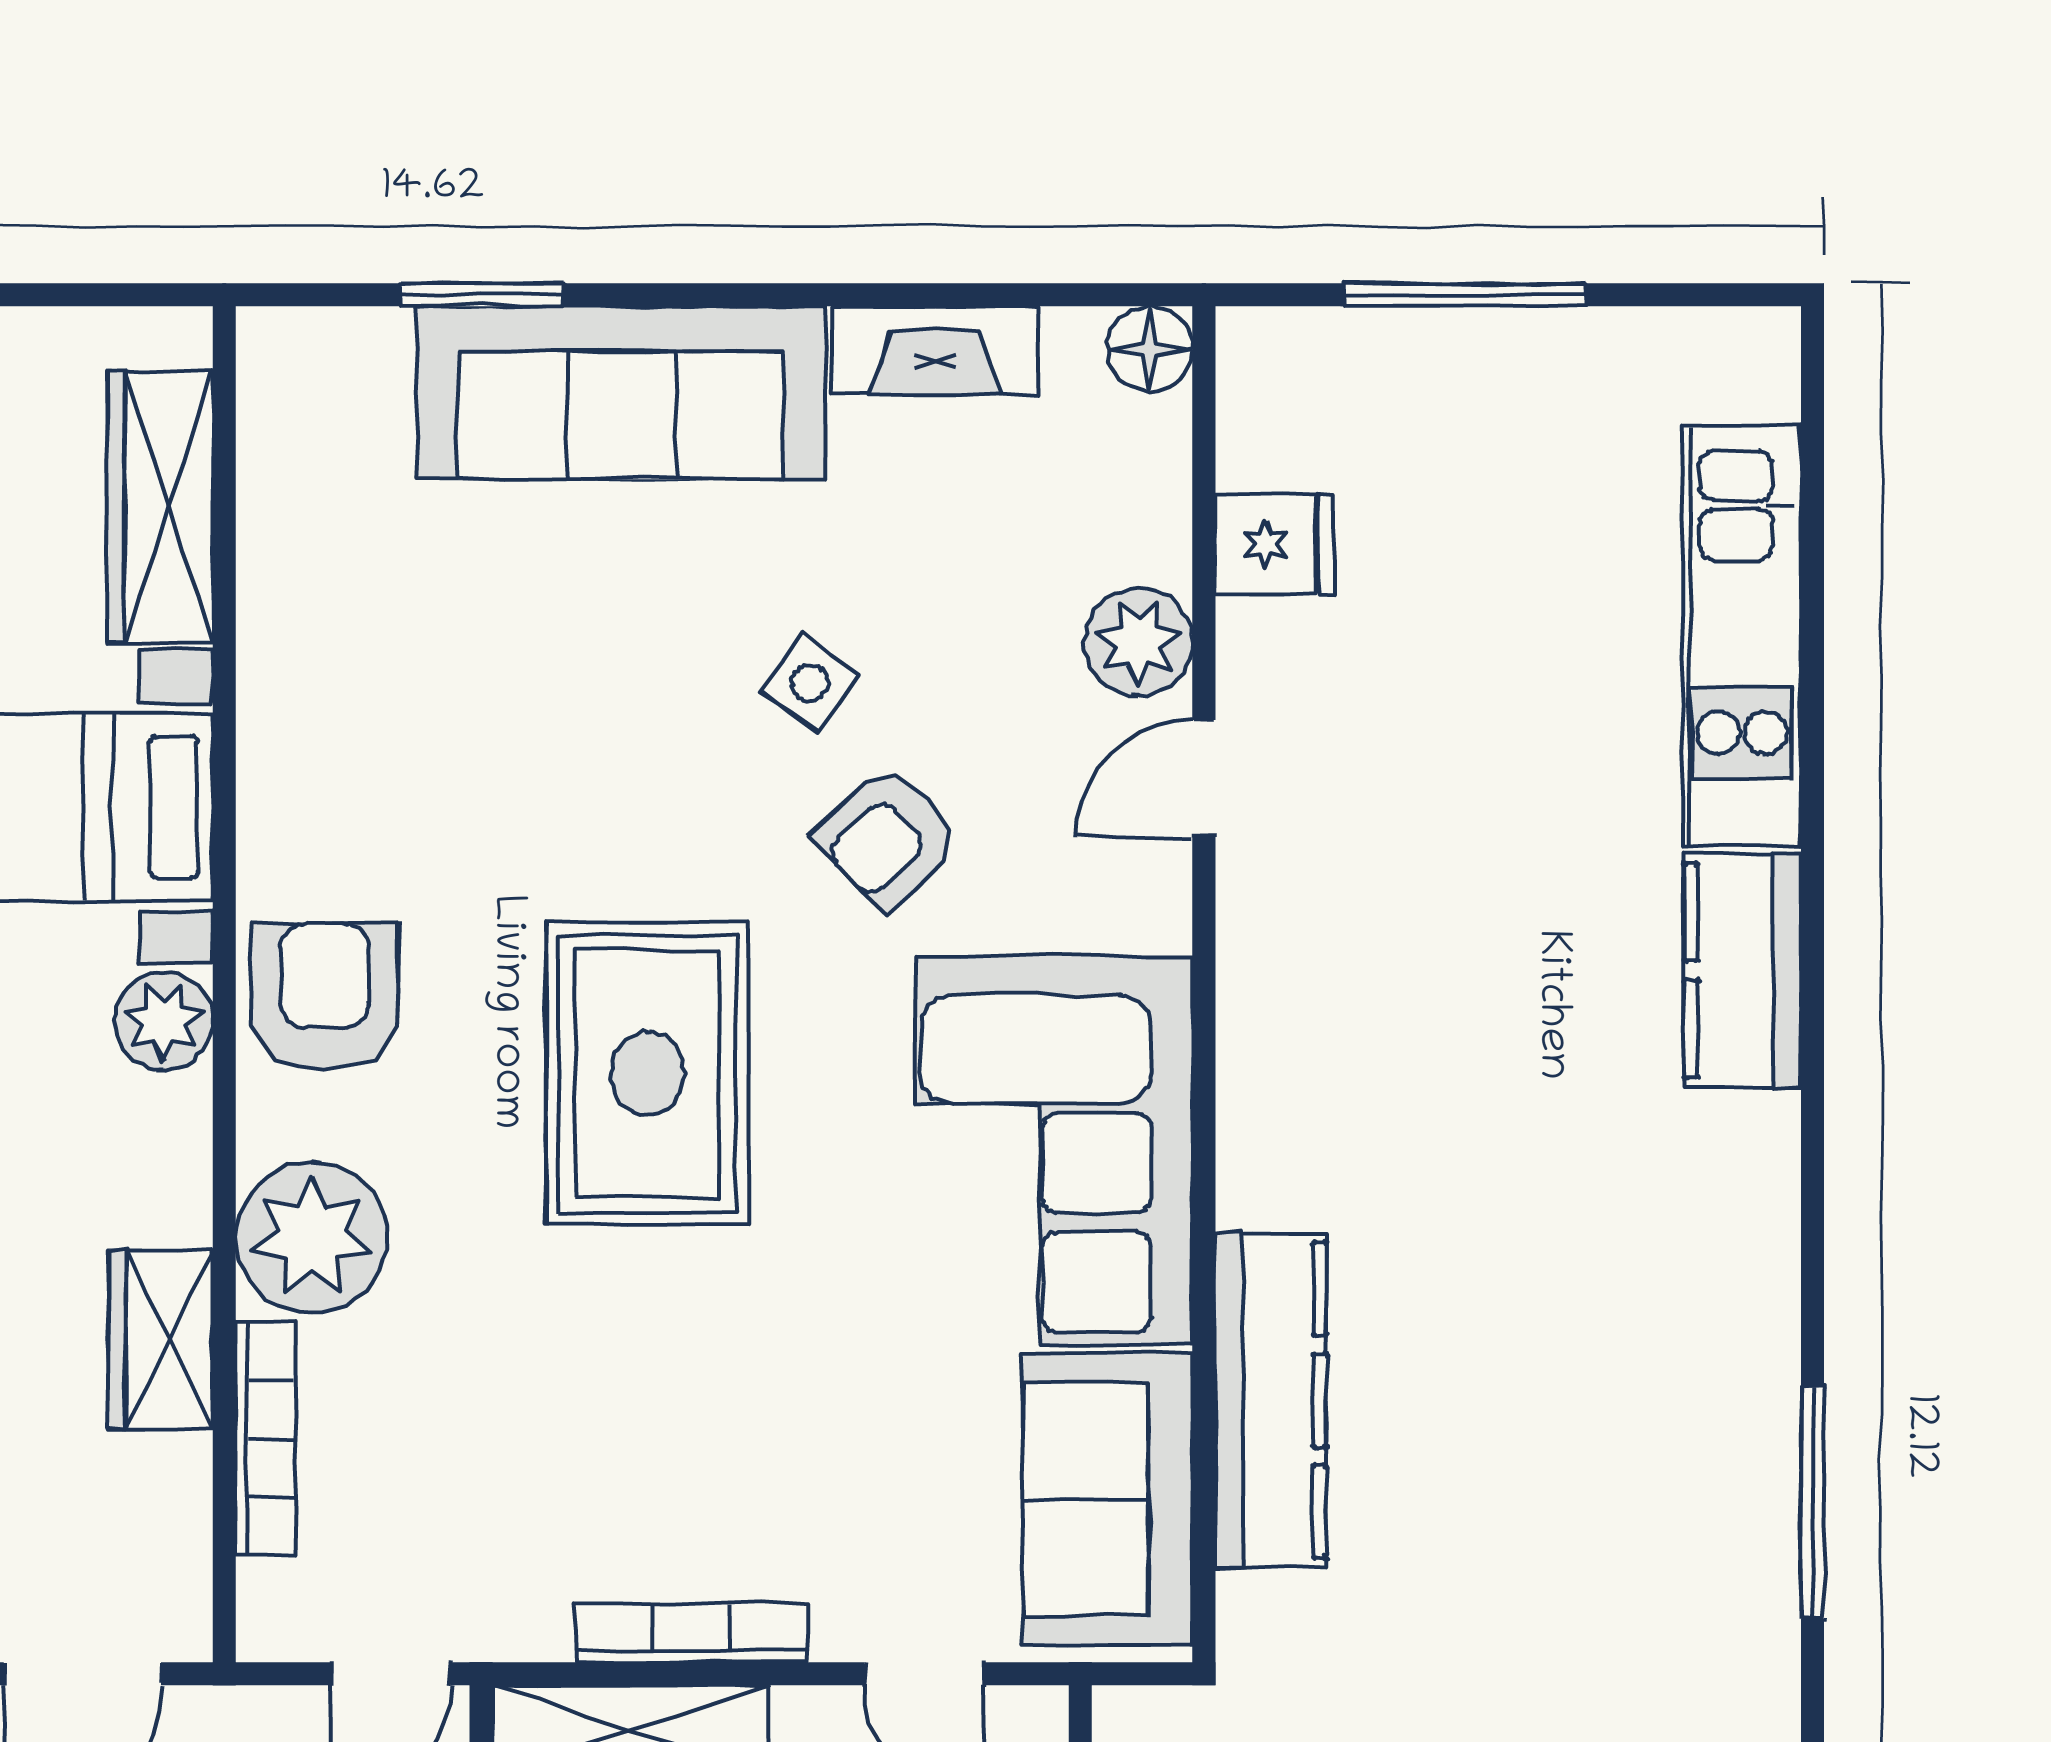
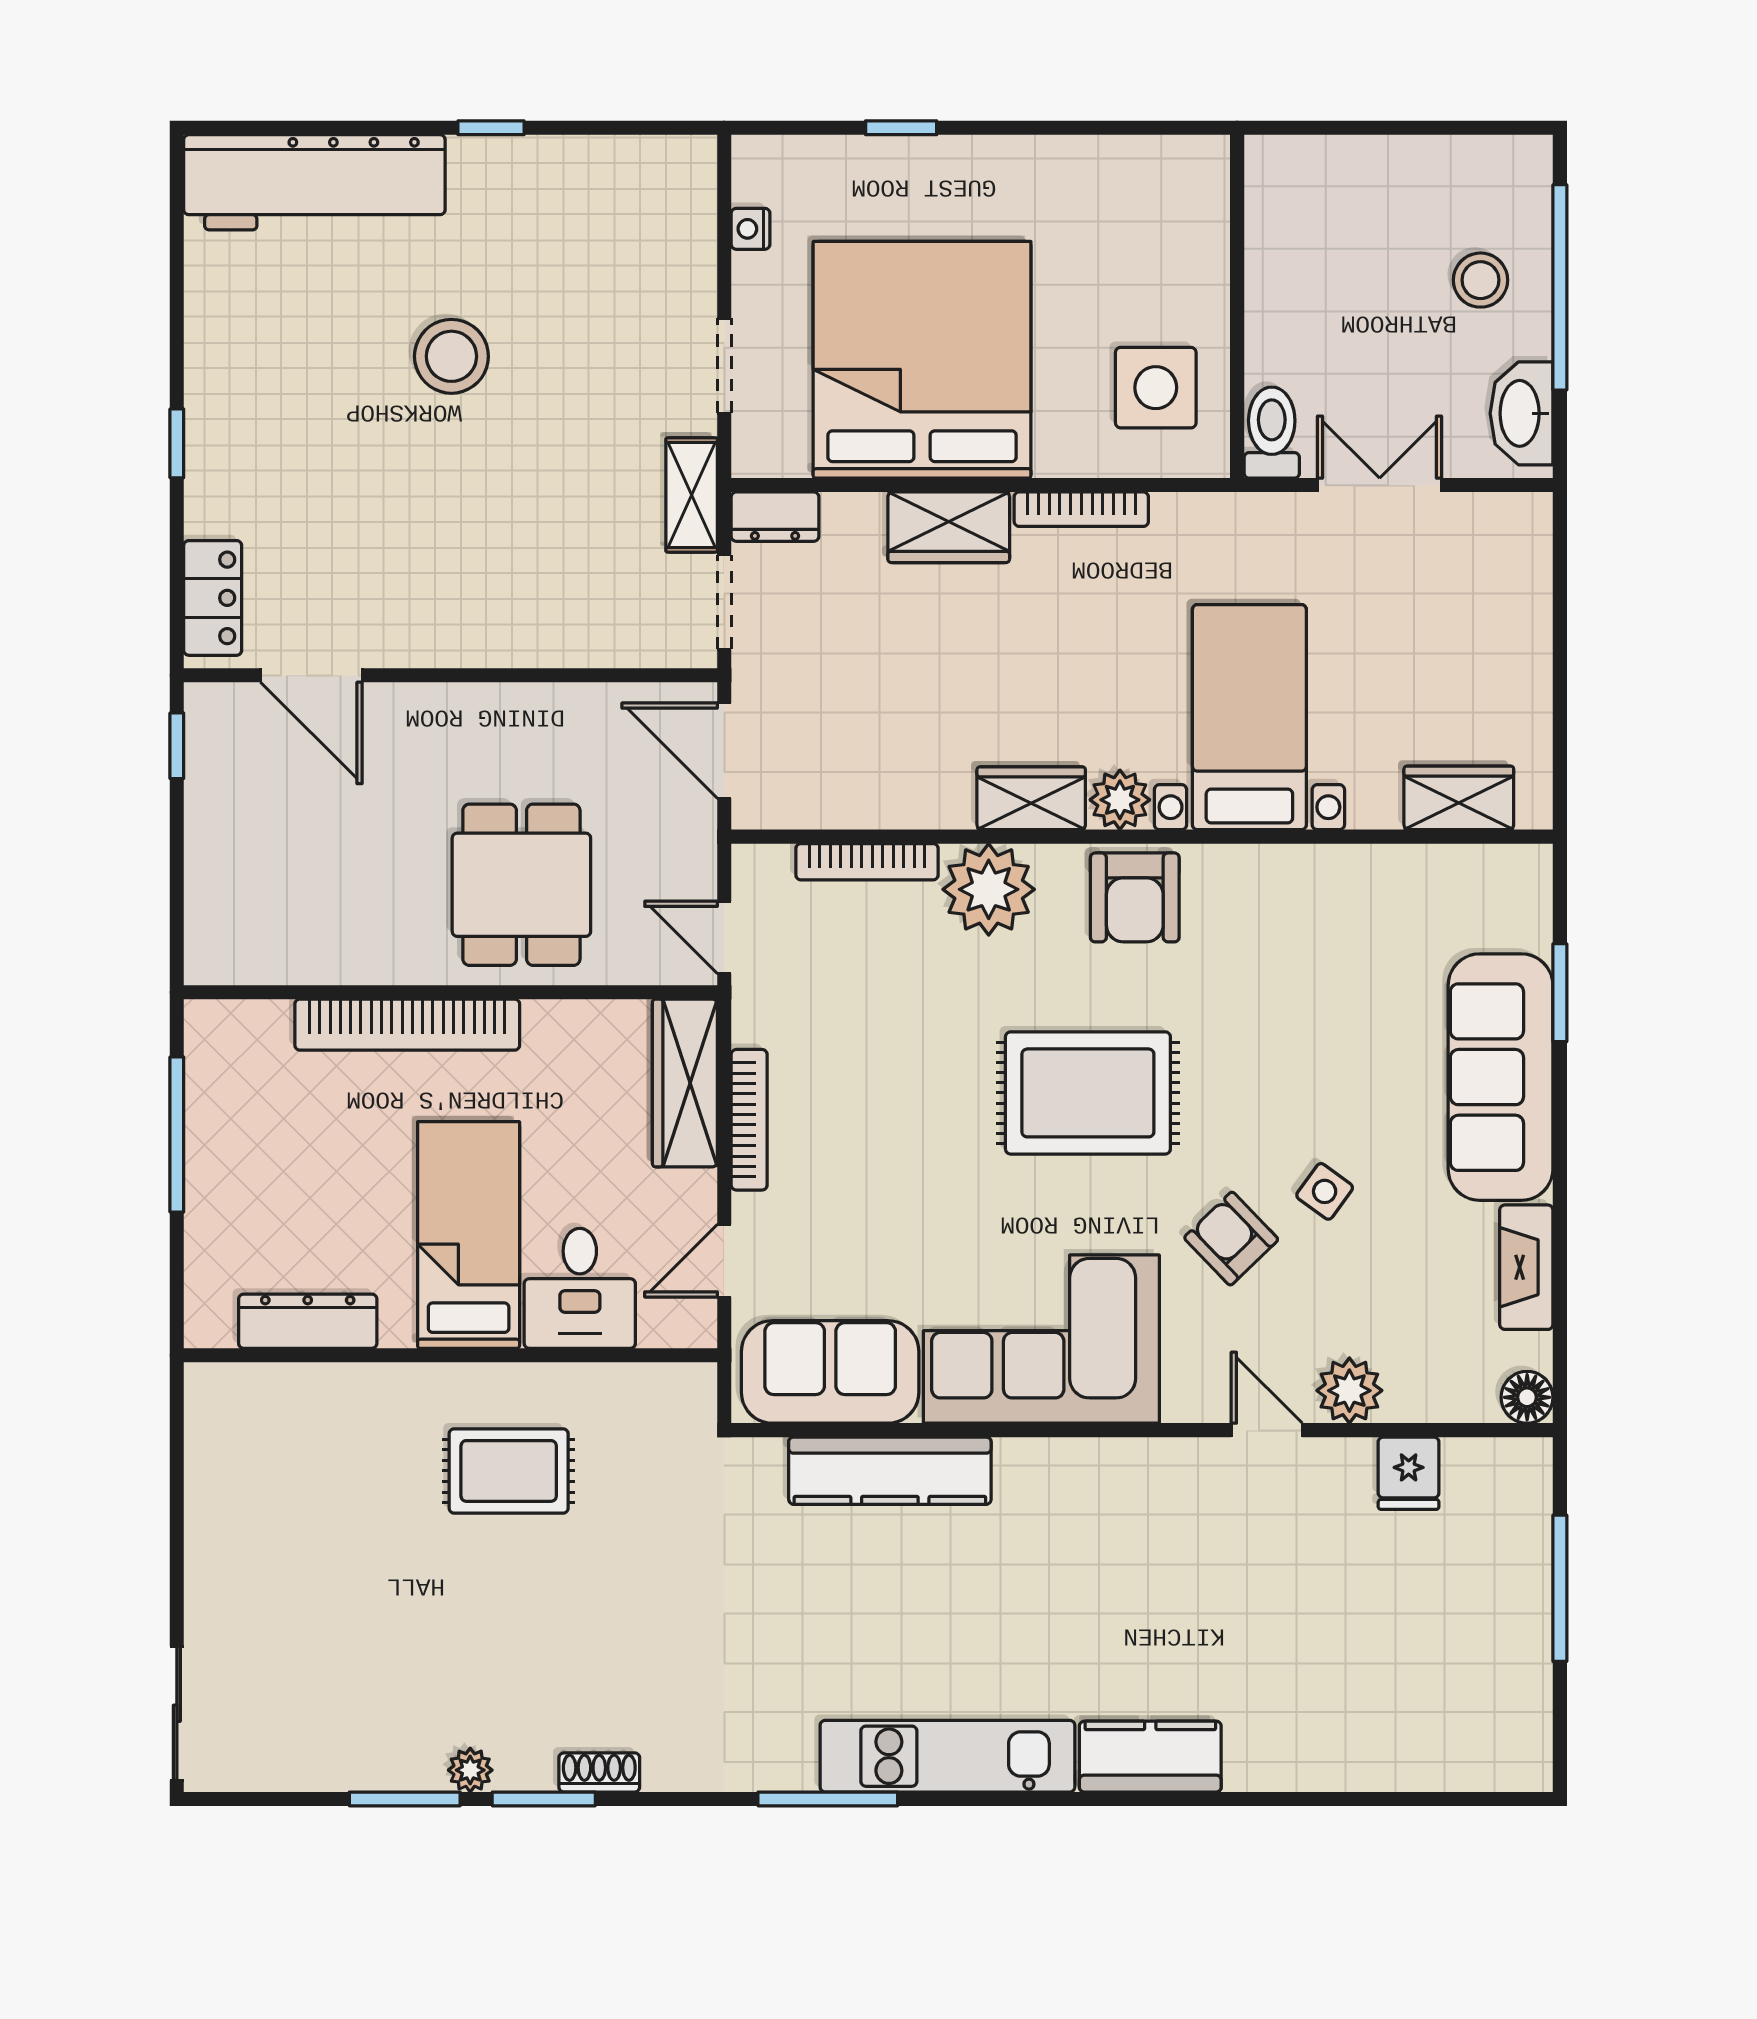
wardrobe: (160, 507) -> (1459, 798), width x0.67
kitchen unit: (1742, 636) -> (947, 1756), moved
armchair: (325, 996) -> (1135, 897), turned 90
wardrobe: (161, 1339) -> (1031, 798), moved

